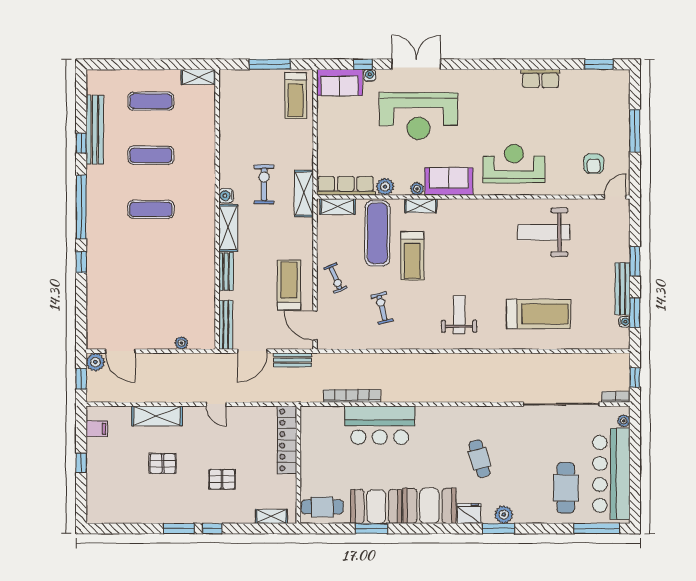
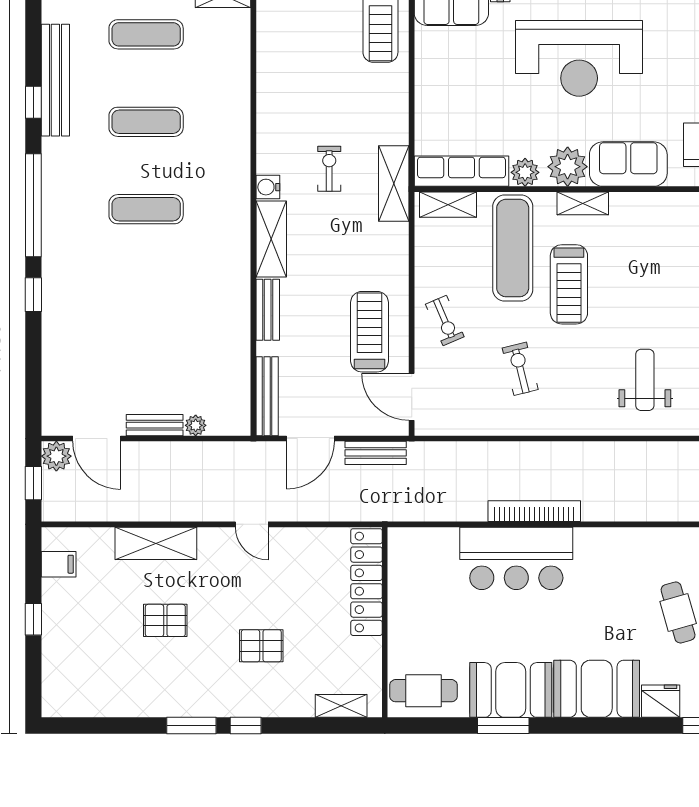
exercise bike: (264, 184) -> (329, 169), width x0.73, depth x0.72
plant: (417, 189) -> (568, 167), width x1.88, depth x1.88
bench: (156, 343) -> (155, 425), added
bookcase: (352, 396) -> (534, 511), moved

